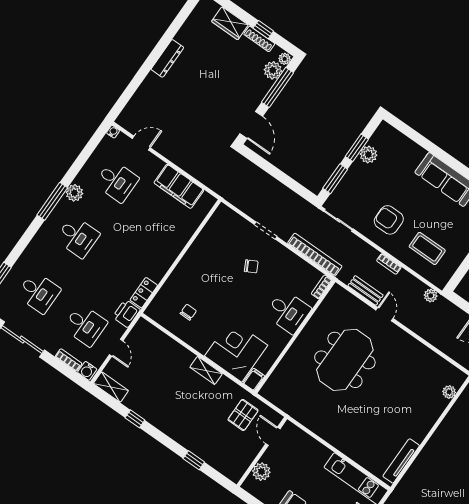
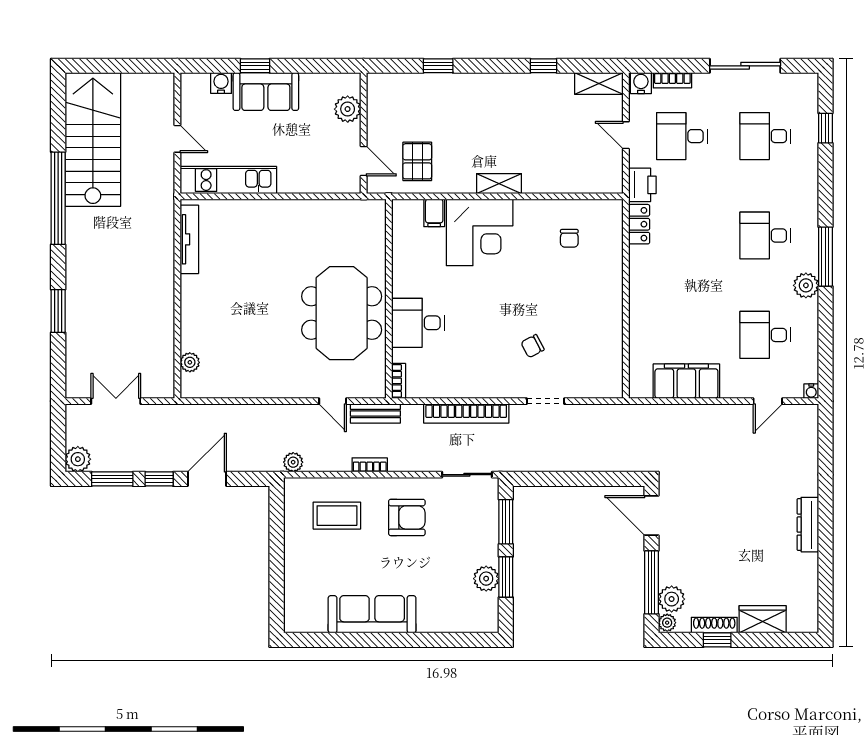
bookcase: (322, 287) -> (399, 381), moved
desk: (288, 312) -> (418, 323), moved
wall: (295, 337) -> (389, 299), moved

